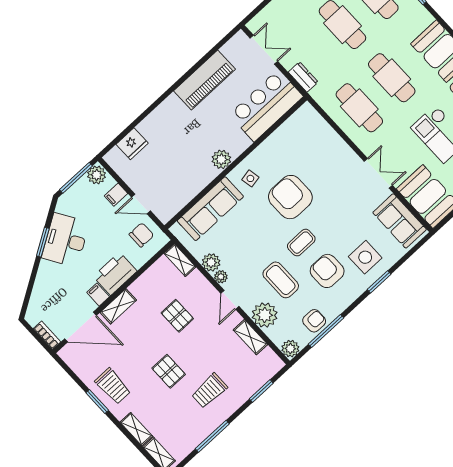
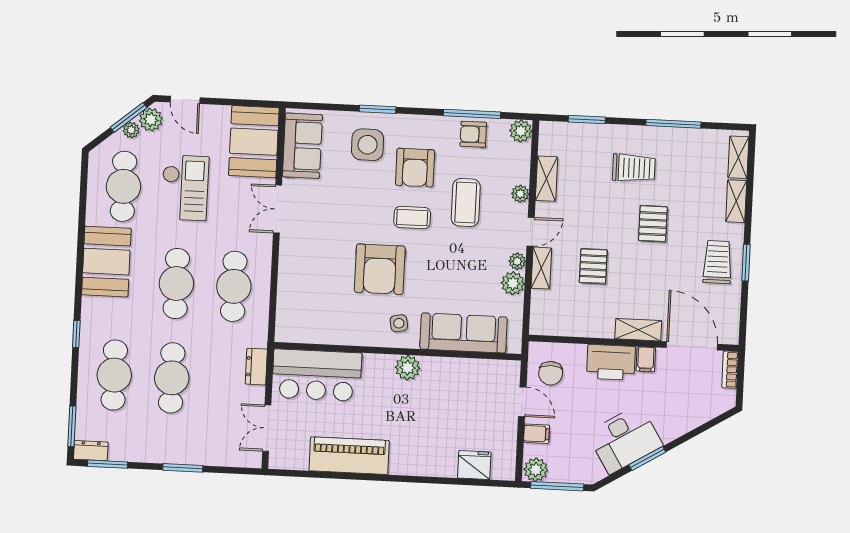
chair: (141, 235) -> (551, 373), turned -90
shelving: (180, 260) -> (541, 268), moved
plant: (265, 315) -> (520, 194), width x0.53, depth x0.53

